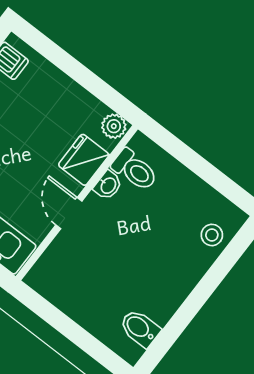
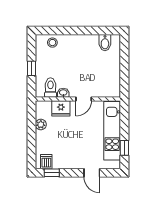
plant: (114, 126) -> (41, 125), moved
window: (195, 162) -> (31, 68), added

